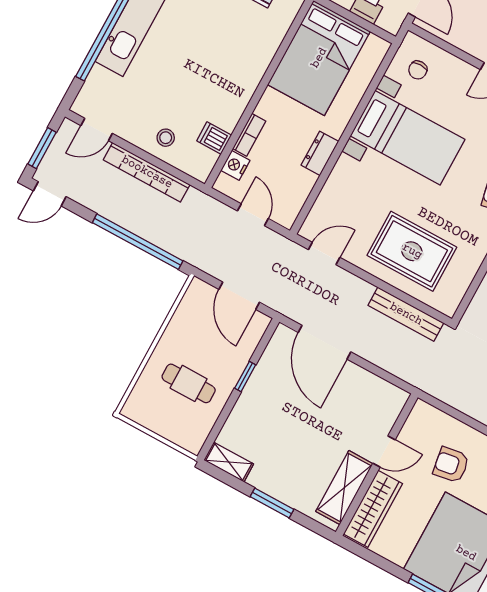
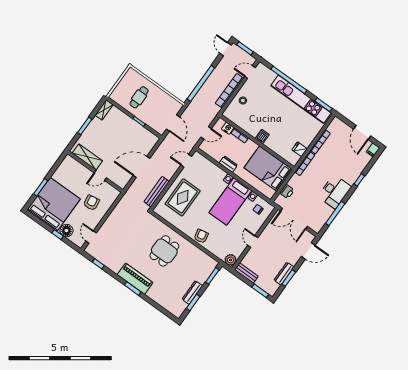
door: (97, 129) -> (250, 72), hinge flipped
dishwasher: (214, 138) -> (262, 136), moved
door: (324, 254) -> (186, 161), swing flipped
door: (239, 296) -> (173, 123), swing flipped
door: (325, 342) -> (141, 167), moved
door: (384, 452) -> (100, 175), hinge flipped
wardrobe: (373, 509) -> (77, 168), removed

